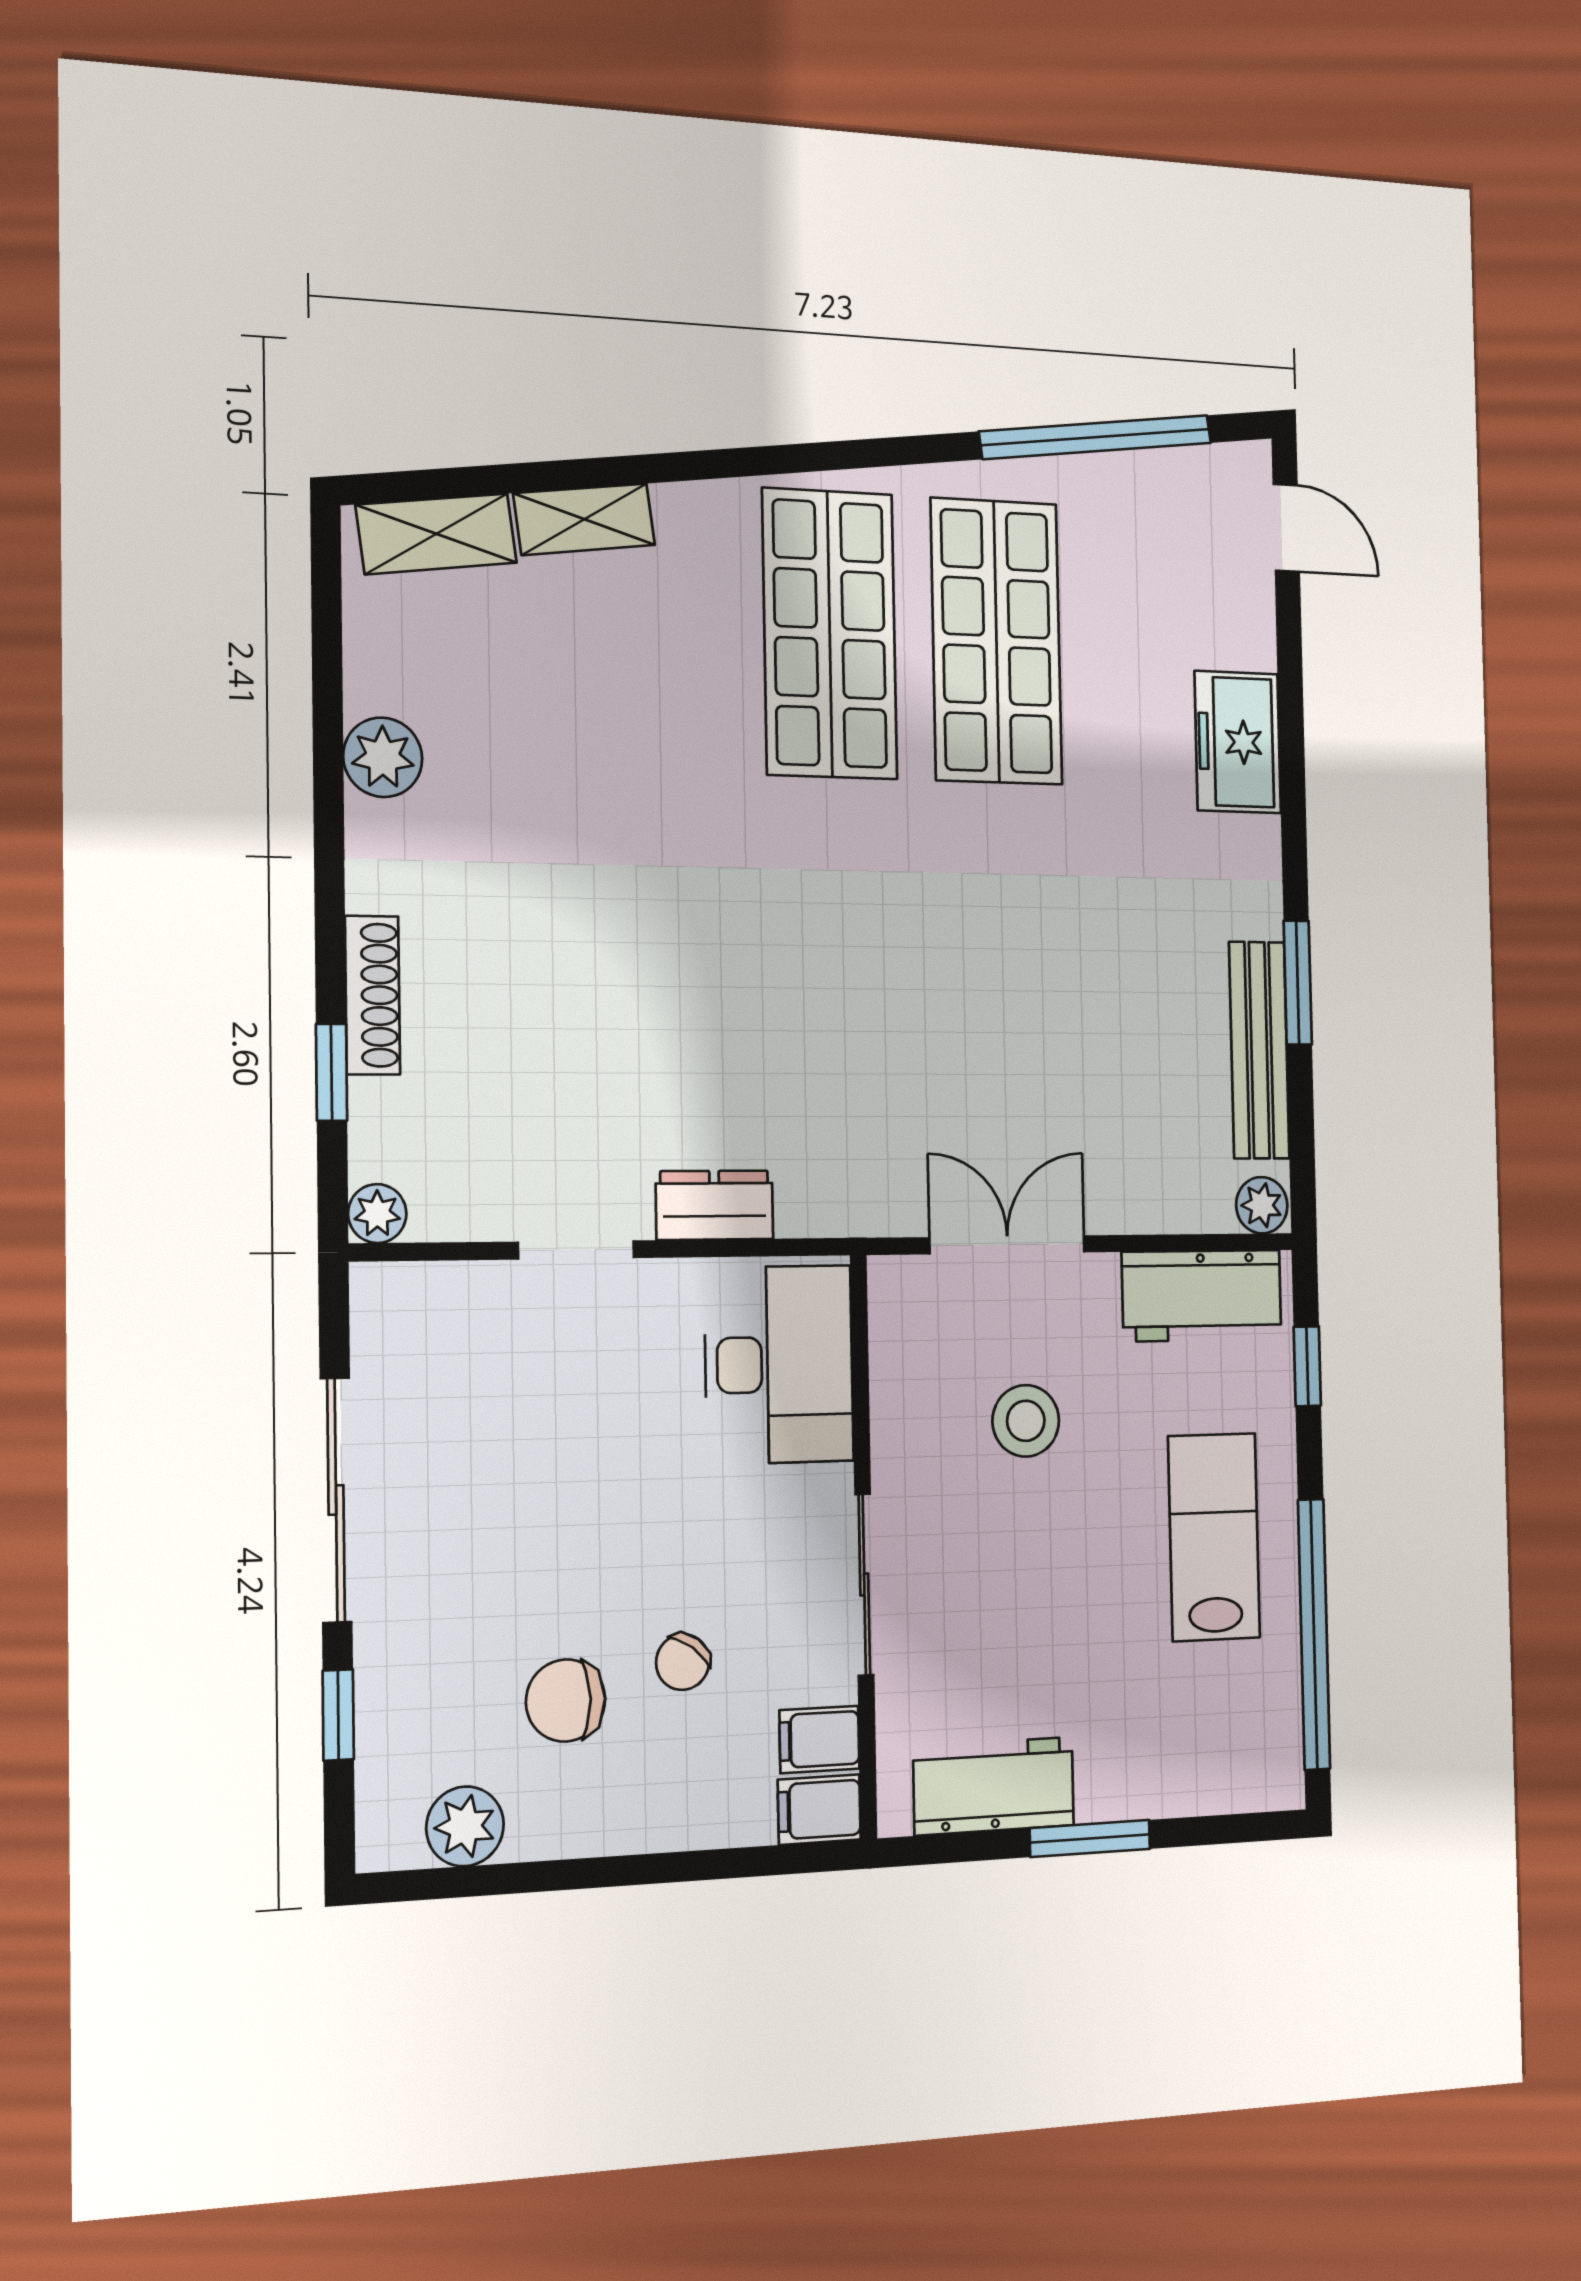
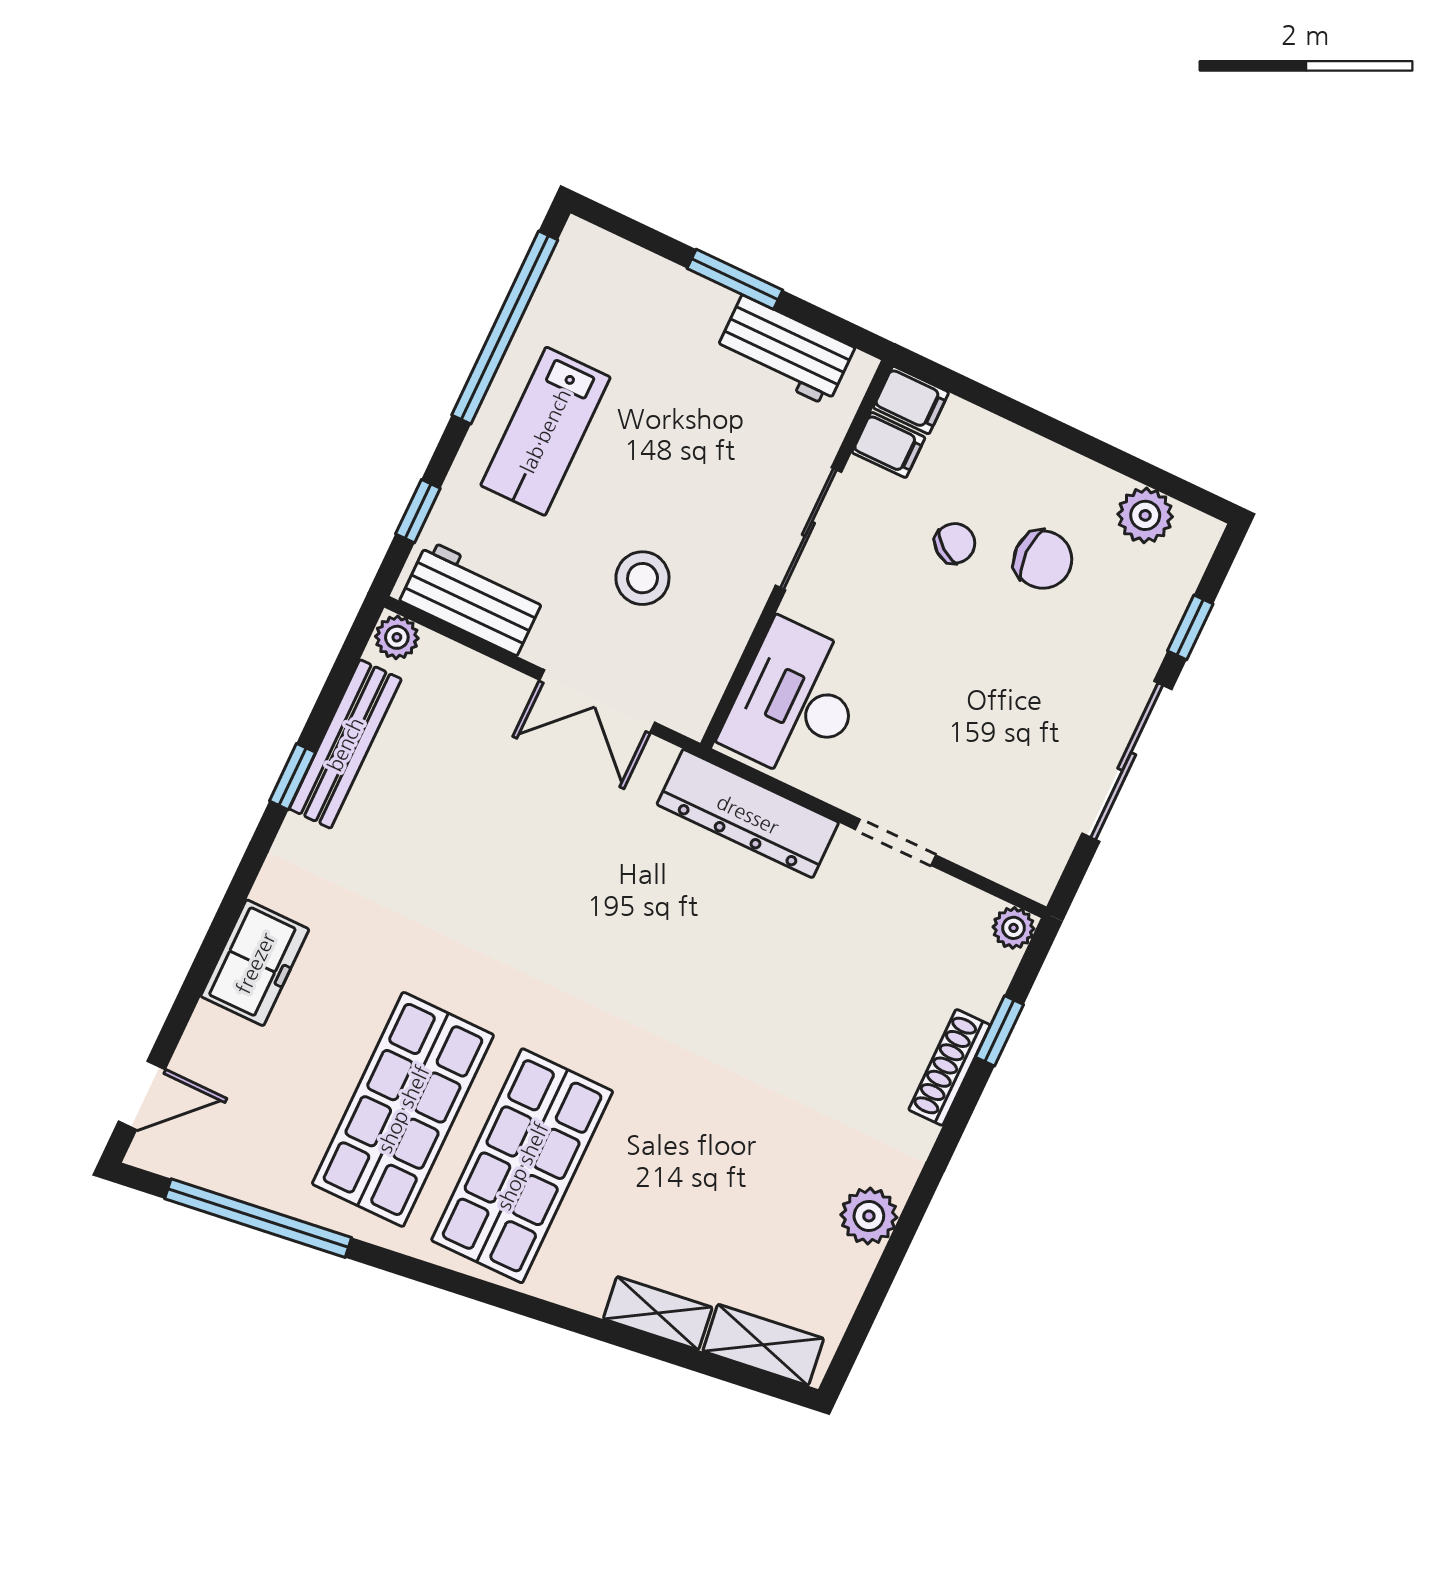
door: (1286, 528) -> (142, 1095), swing flipped
window: (1298, 983) -> (292, 777), width x0.67
dresser: (715, 1205) -> (748, 814), width x1.96, depth x1.24

